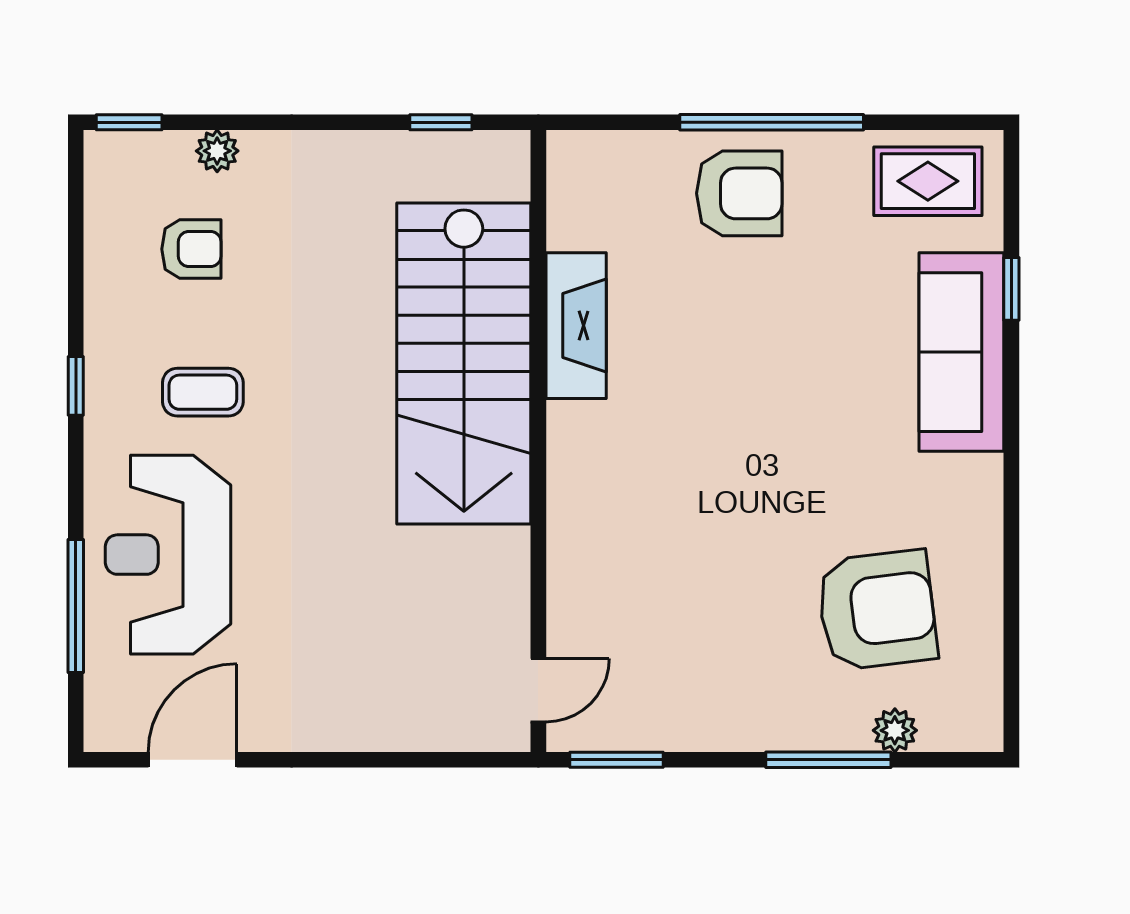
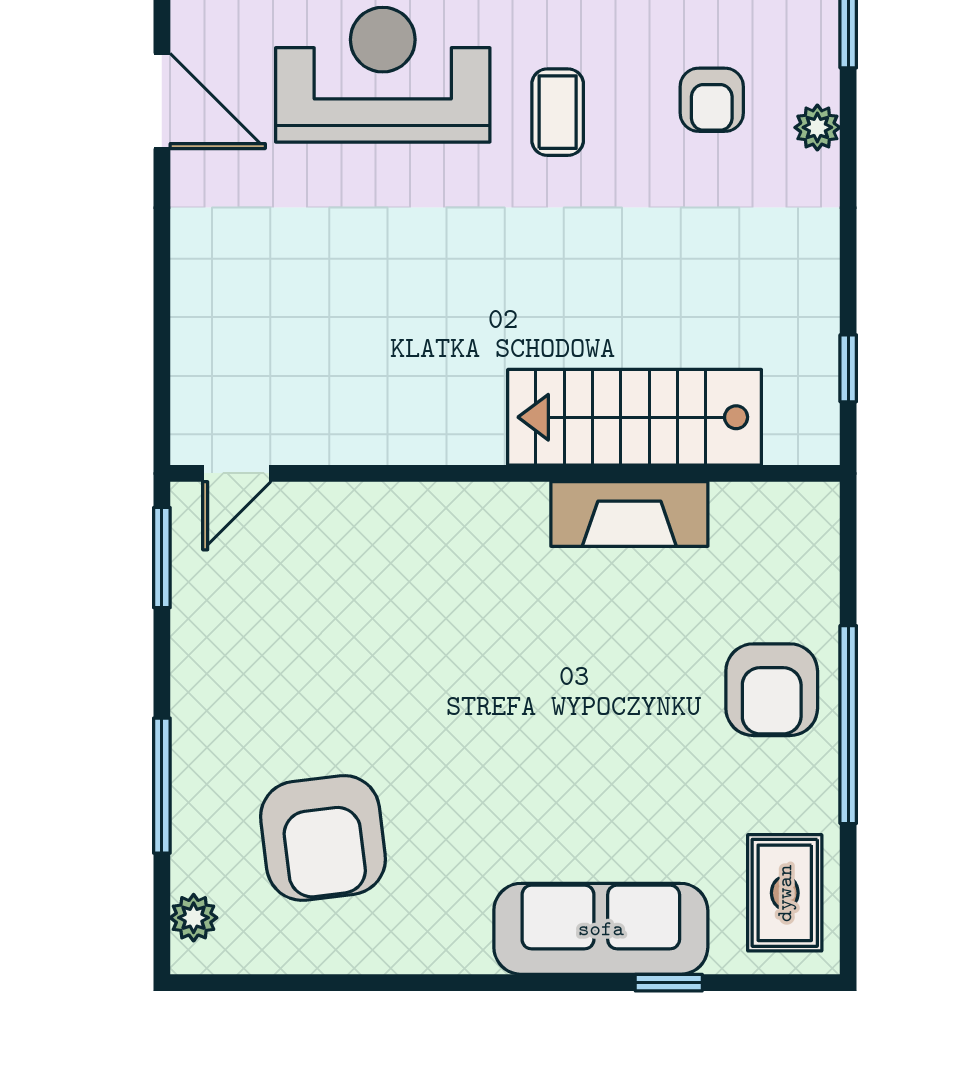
stairs: (464, 364) -> (635, 417), width x0.73, depth x0.66
door: (538, 690) -> (237, 473), hinge flipped
plant: (895, 730) -> (194, 918), moved

